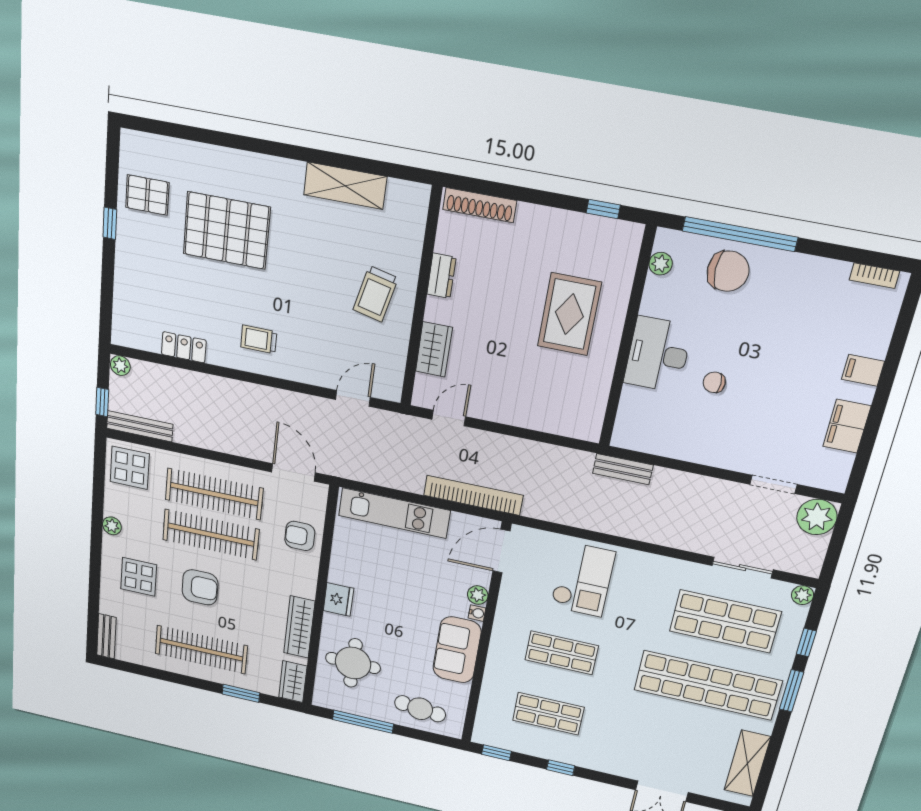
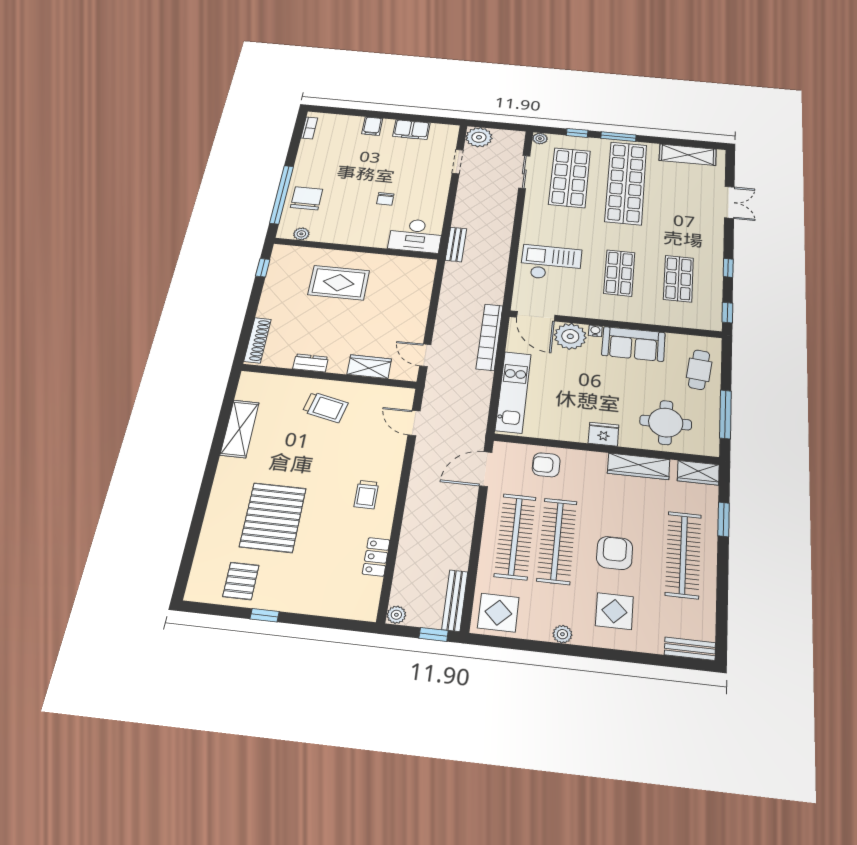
desk: (658, 354) -> (416, 235), moved
armchair: (300, 536) -> (546, 465), turned 90
plant: (478, 595) -> (570, 336), width x1.88, depth x1.88

